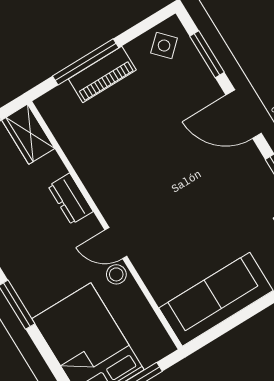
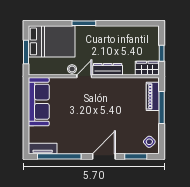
piano: (102, 75) -> (153, 96), moved
dresser: (71, 199) -> (108, 69), width x1.44

